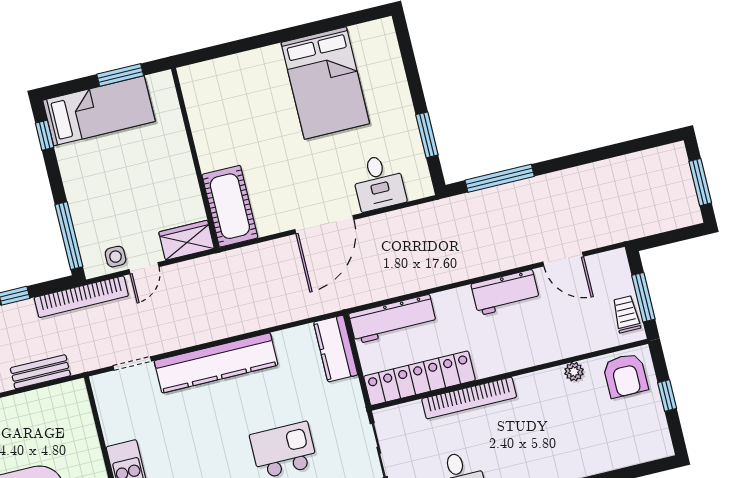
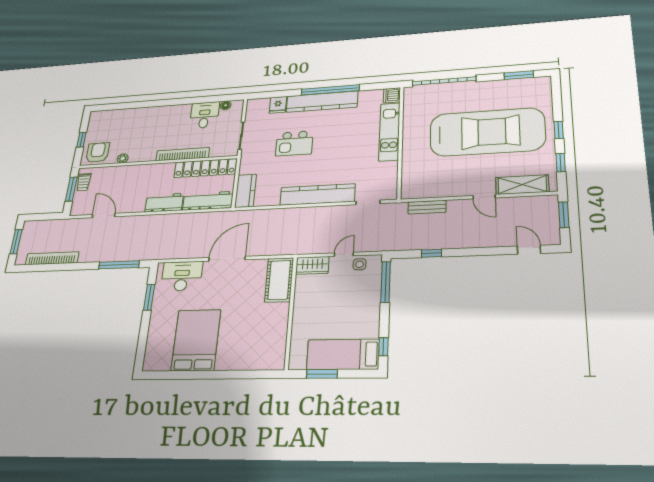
desk: (379, 183) -> (182, 276), width x1.37
workbench: (505, 293) -> (164, 203), moved
bookcase: (81, 297) -> (52, 258), moved

